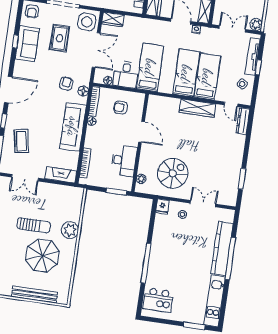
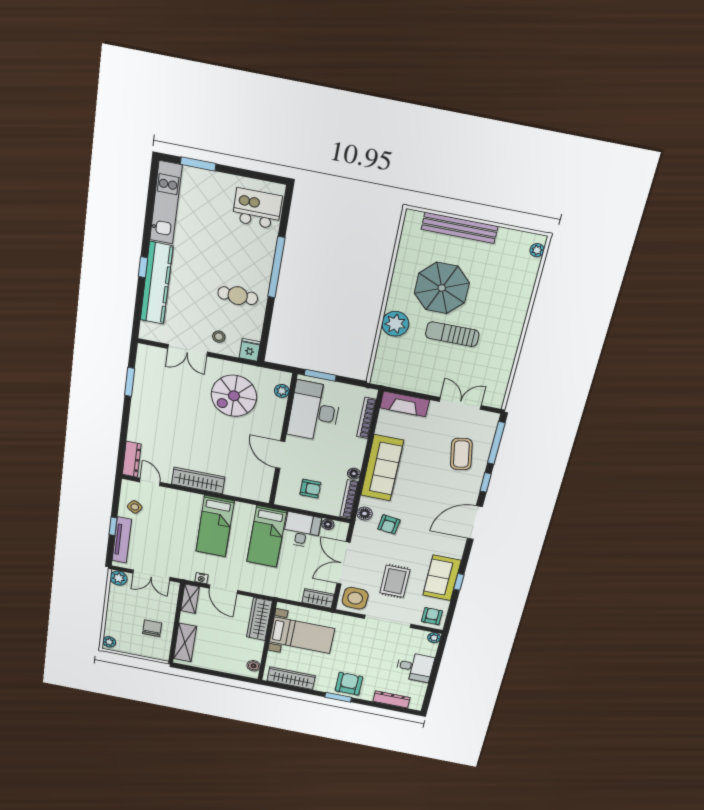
bed: (207, 77) -> (185, 520), removed
desk: (124, 161) -> (314, 411), width x1.36, depth x1.30
cafe table: (170, 243) -> (238, 296), added
window: (230, 258) -> (143, 267), width x0.32

